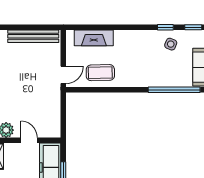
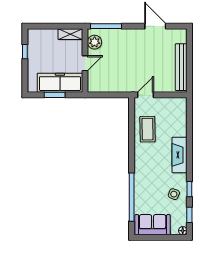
fireplace: (94, 38) -> (180, 155), moved
door: (63, 75) -> (146, 95), swing flipped

